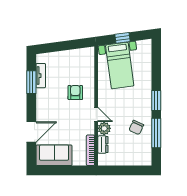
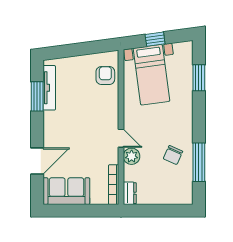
tv unit: (41, 76) -> (49, 88), width x1.41
armchair: (75, 92) -> (105, 76), moved
window: (156, 100) -> (199, 78), moved
dresser: (103, 145) -> (130, 193), moved

